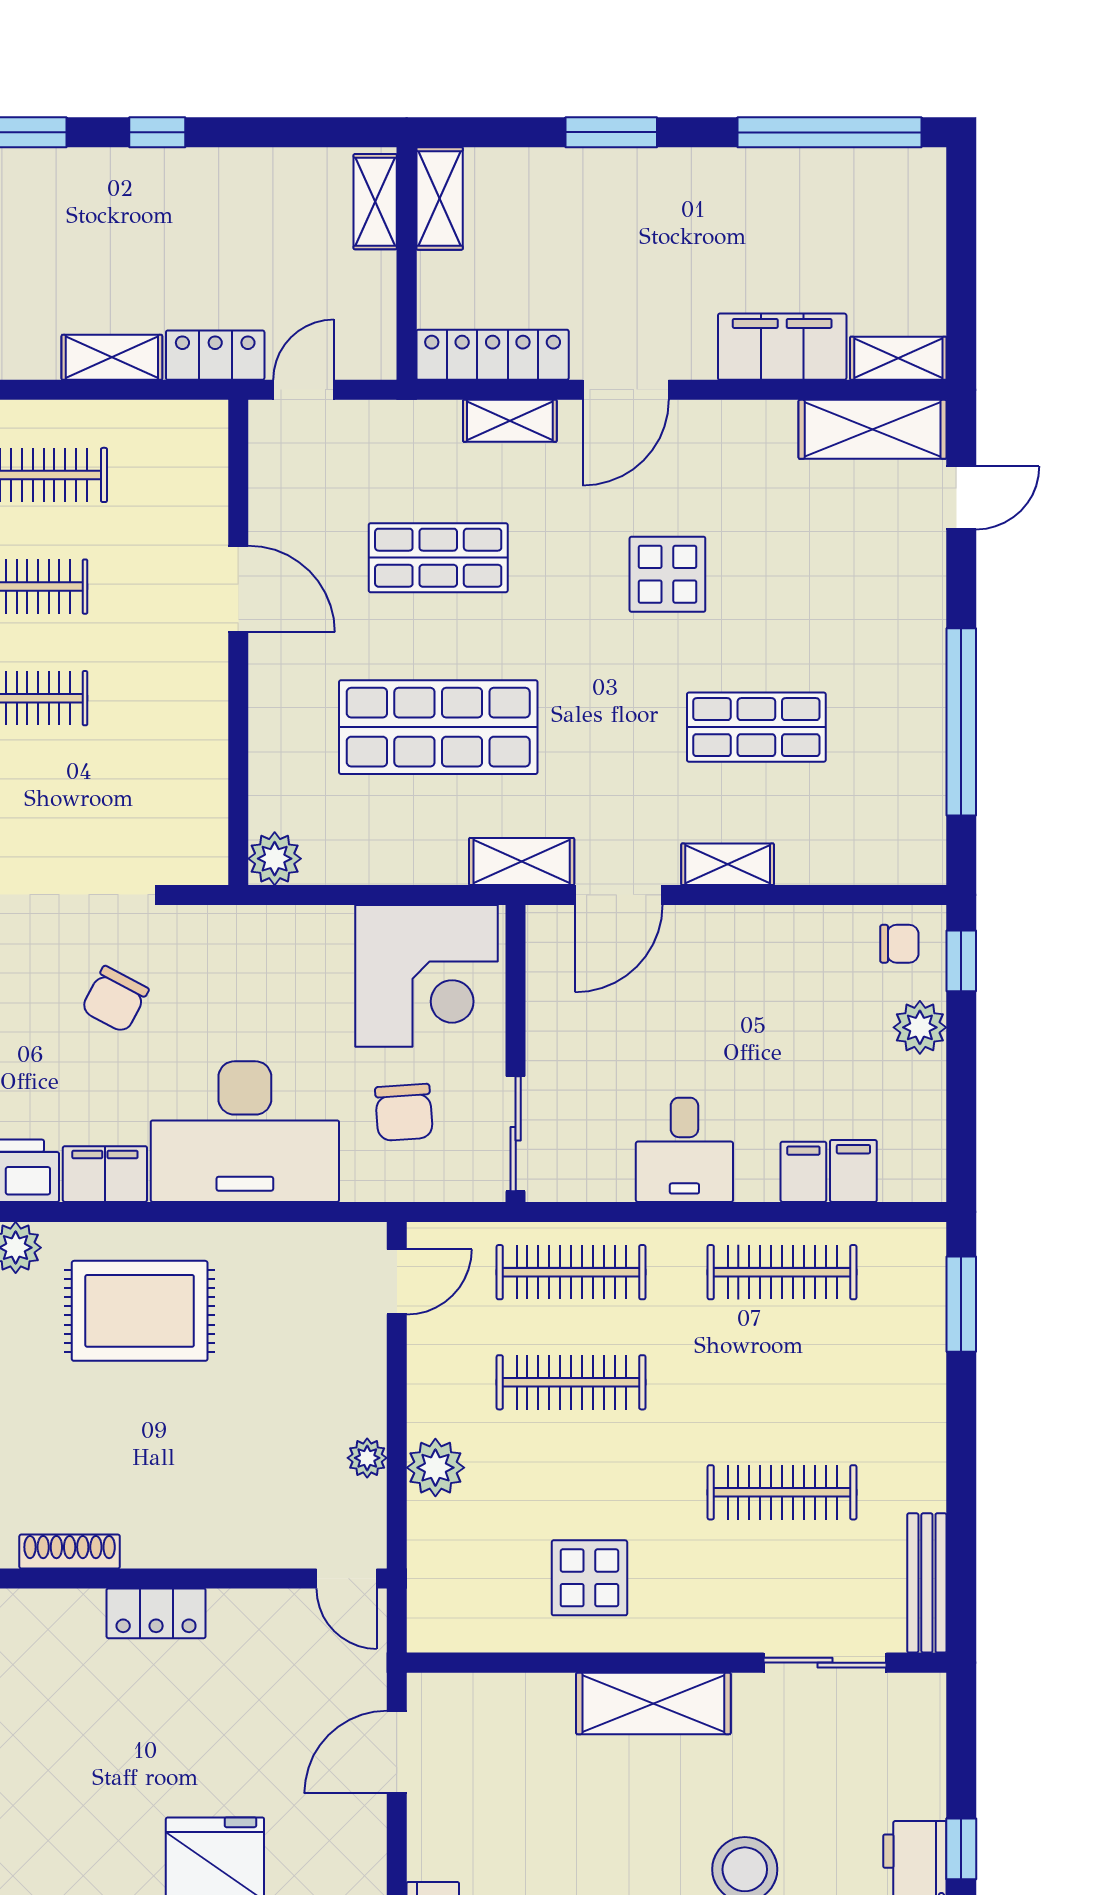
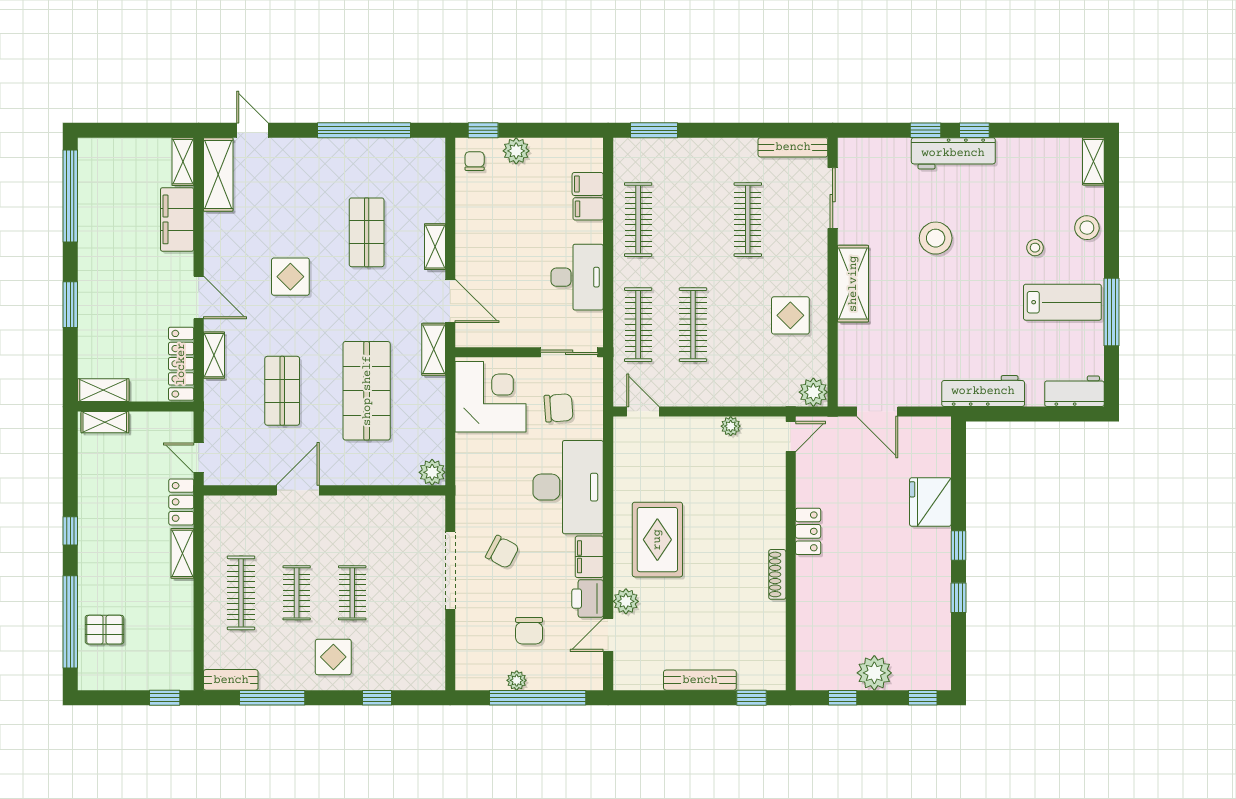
desk: (684, 1150) -> (577, 277), width x1.37
plant: (435, 1468) -> (813, 392), moved

